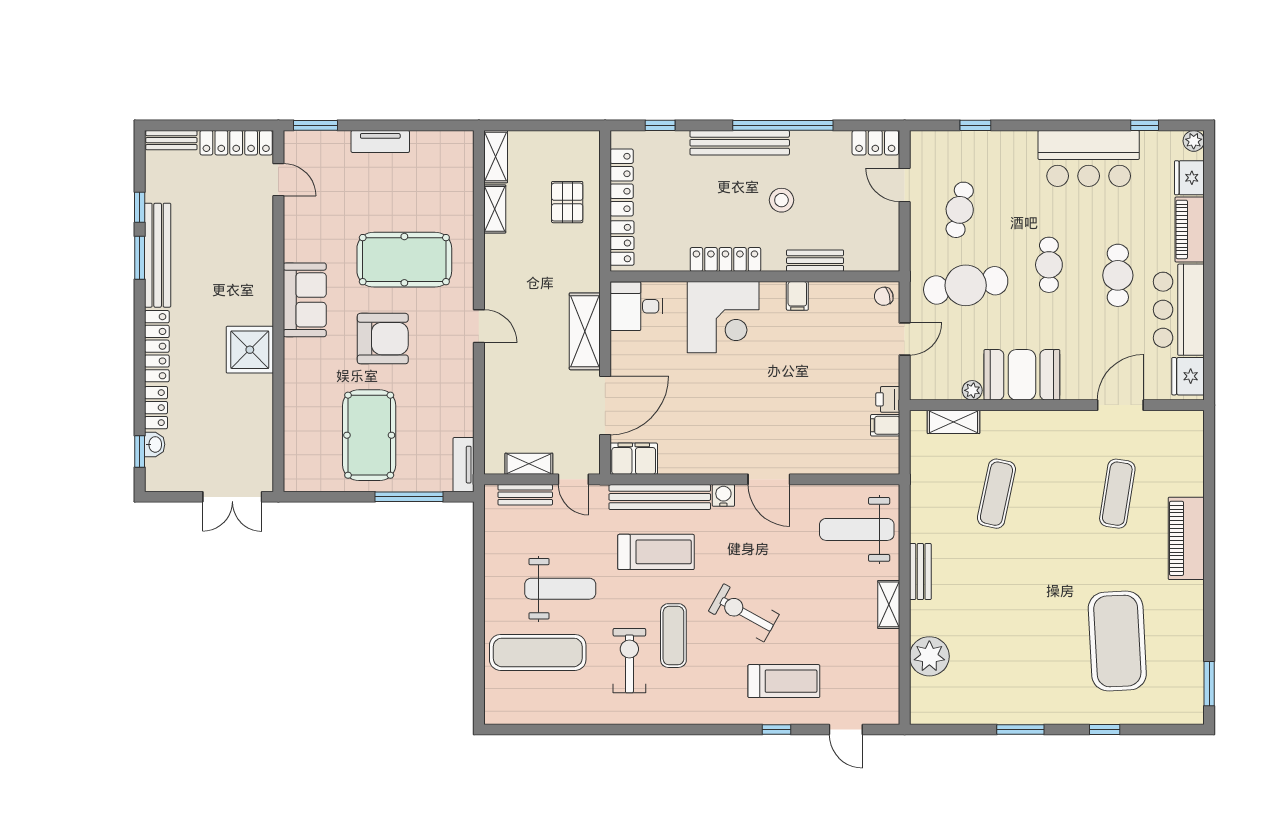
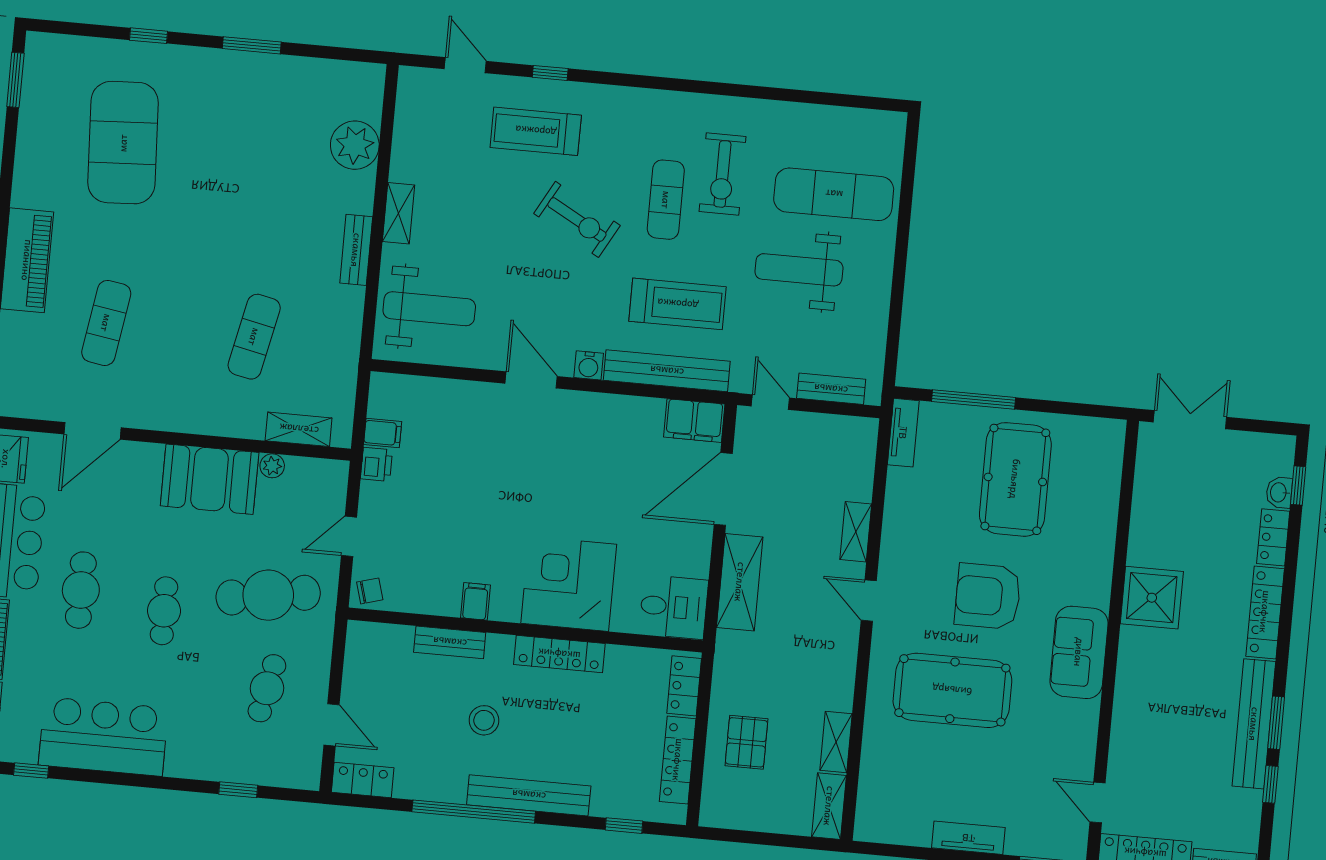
shelving: (529, 464) -> (856, 532), moved, turned 90
treadmill: (656, 552) -> (678, 304), turned 180

